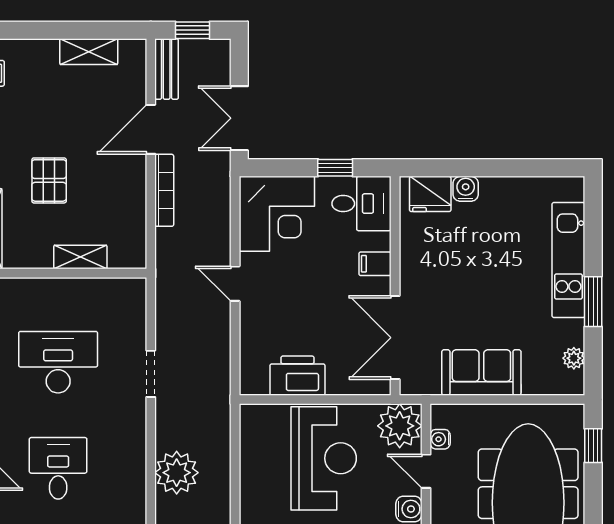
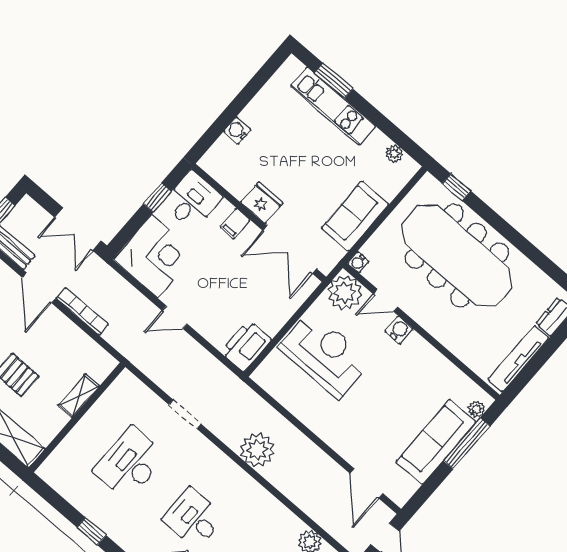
fridge: (430, 194) -> (262, 203), moved, turned -90
window: (593, 302) -> (333, 81), moved
printer: (297, 376) -> (246, 346), moved
water cooler: (440, 439) -> (358, 262), moved

